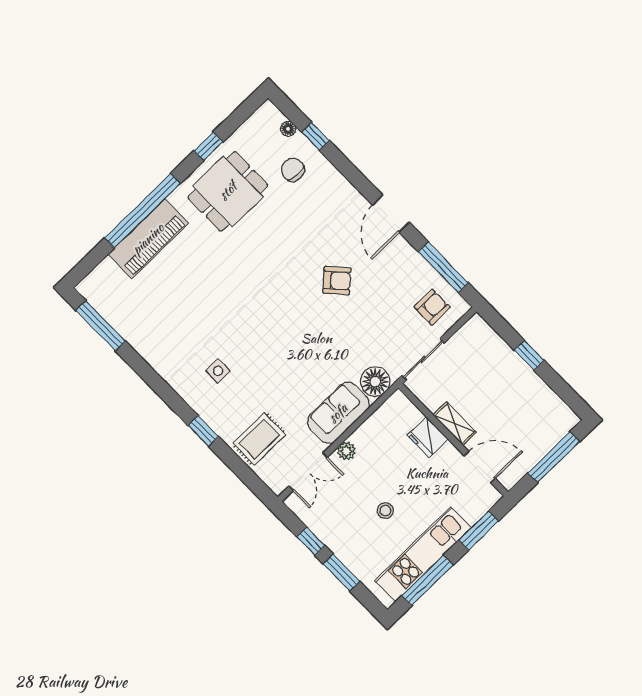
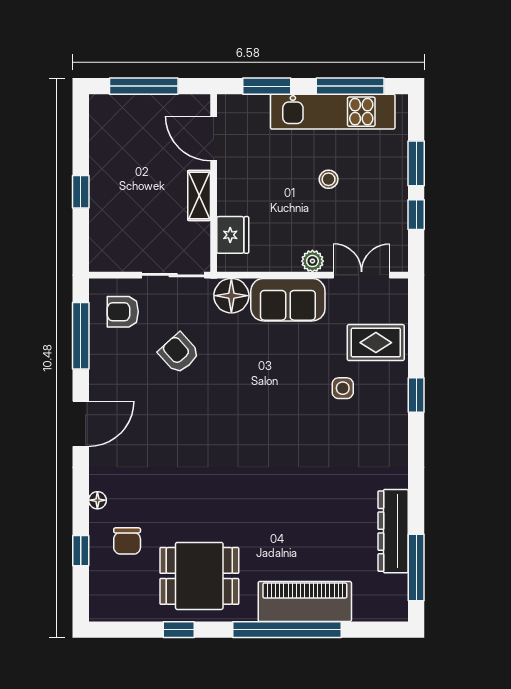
floor lamp: (288, 129) -> (97, 500), moved
armchair: (337, 281) -> (179, 353), moved
dresser: (136, 334) -> (393, 531), added
side table: (218, 371) -> (343, 388), moved
fridge: (428, 437) -> (233, 235), moved

